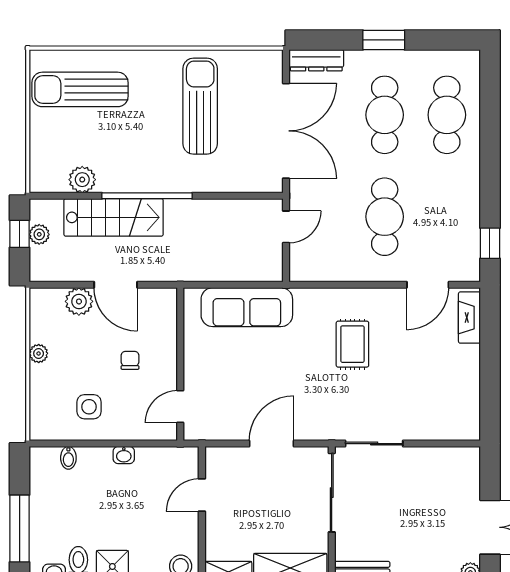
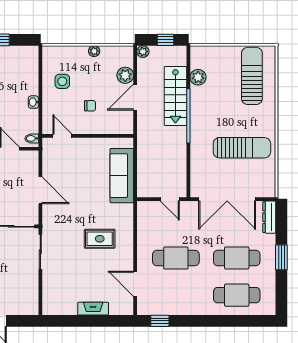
plant: (39, 234) -> (143, 52), moved
fireplace: (469, 318) -> (93, 309), moved
bidet: (68, 458) -> (32, 138), moved

